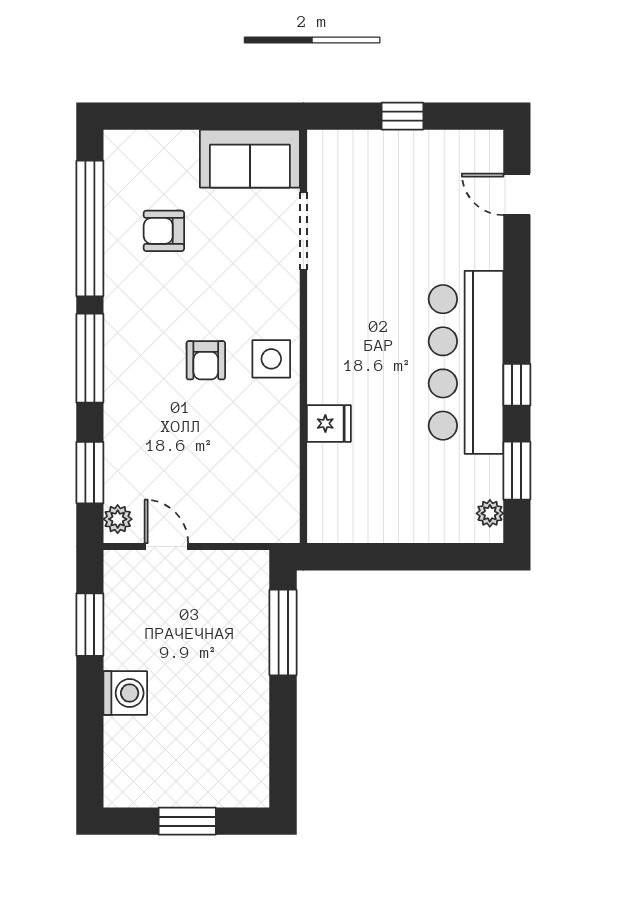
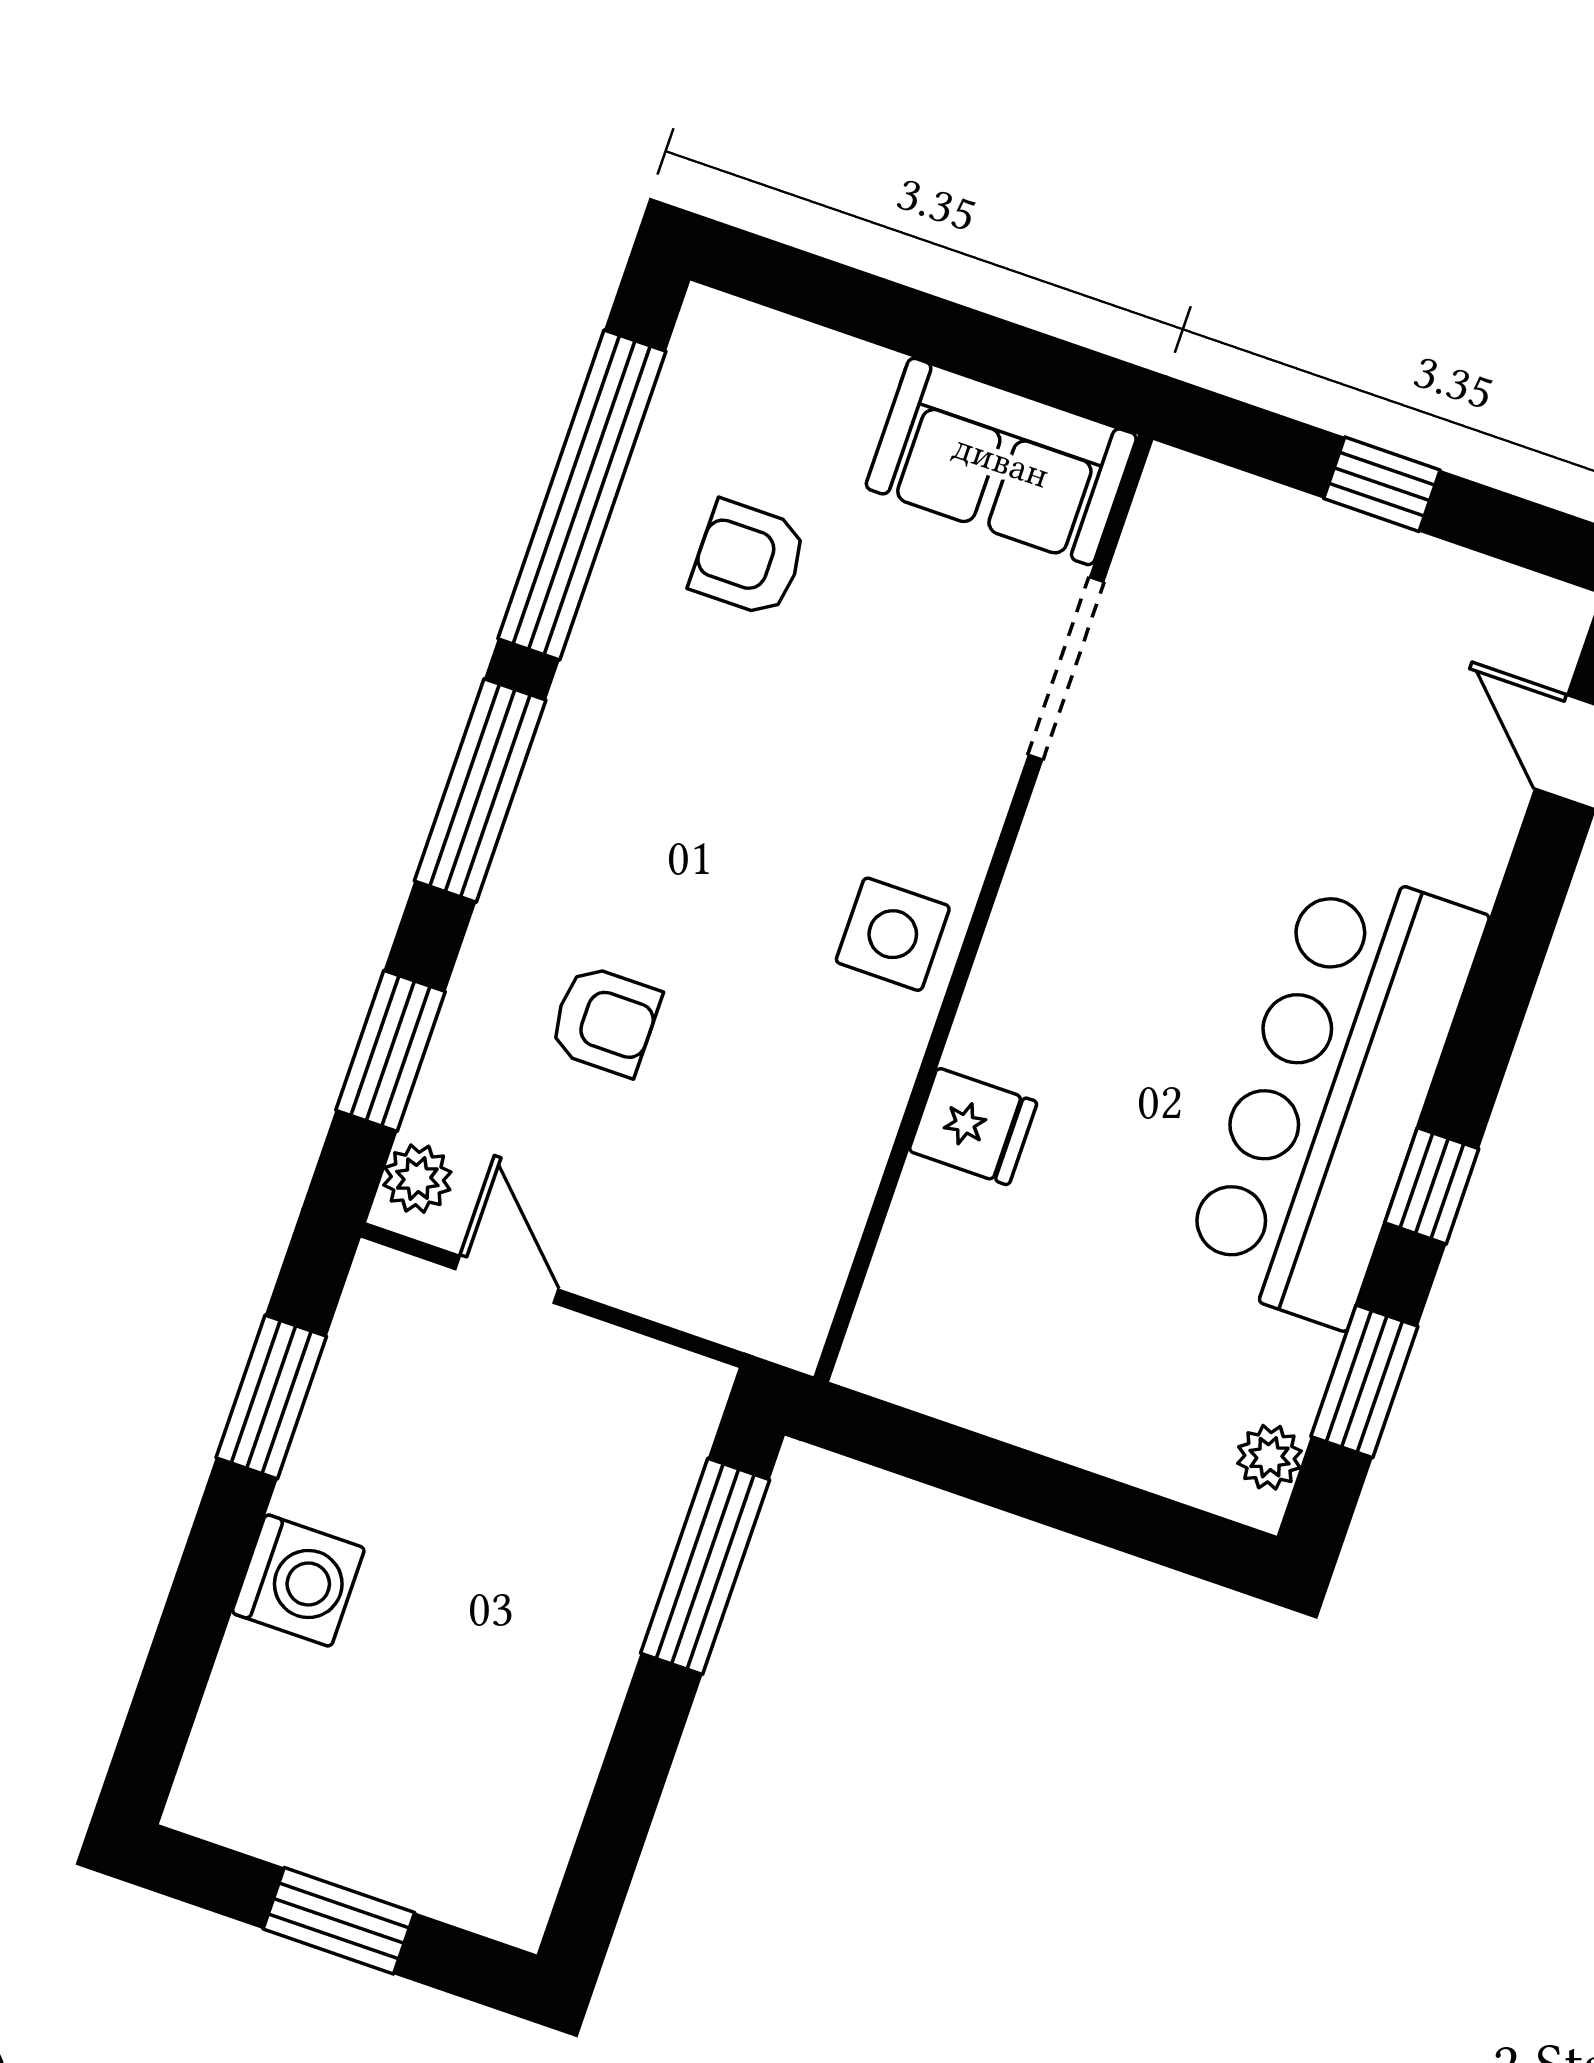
armchair: (206, 360) -> (605, 1021), moved, turned -90

